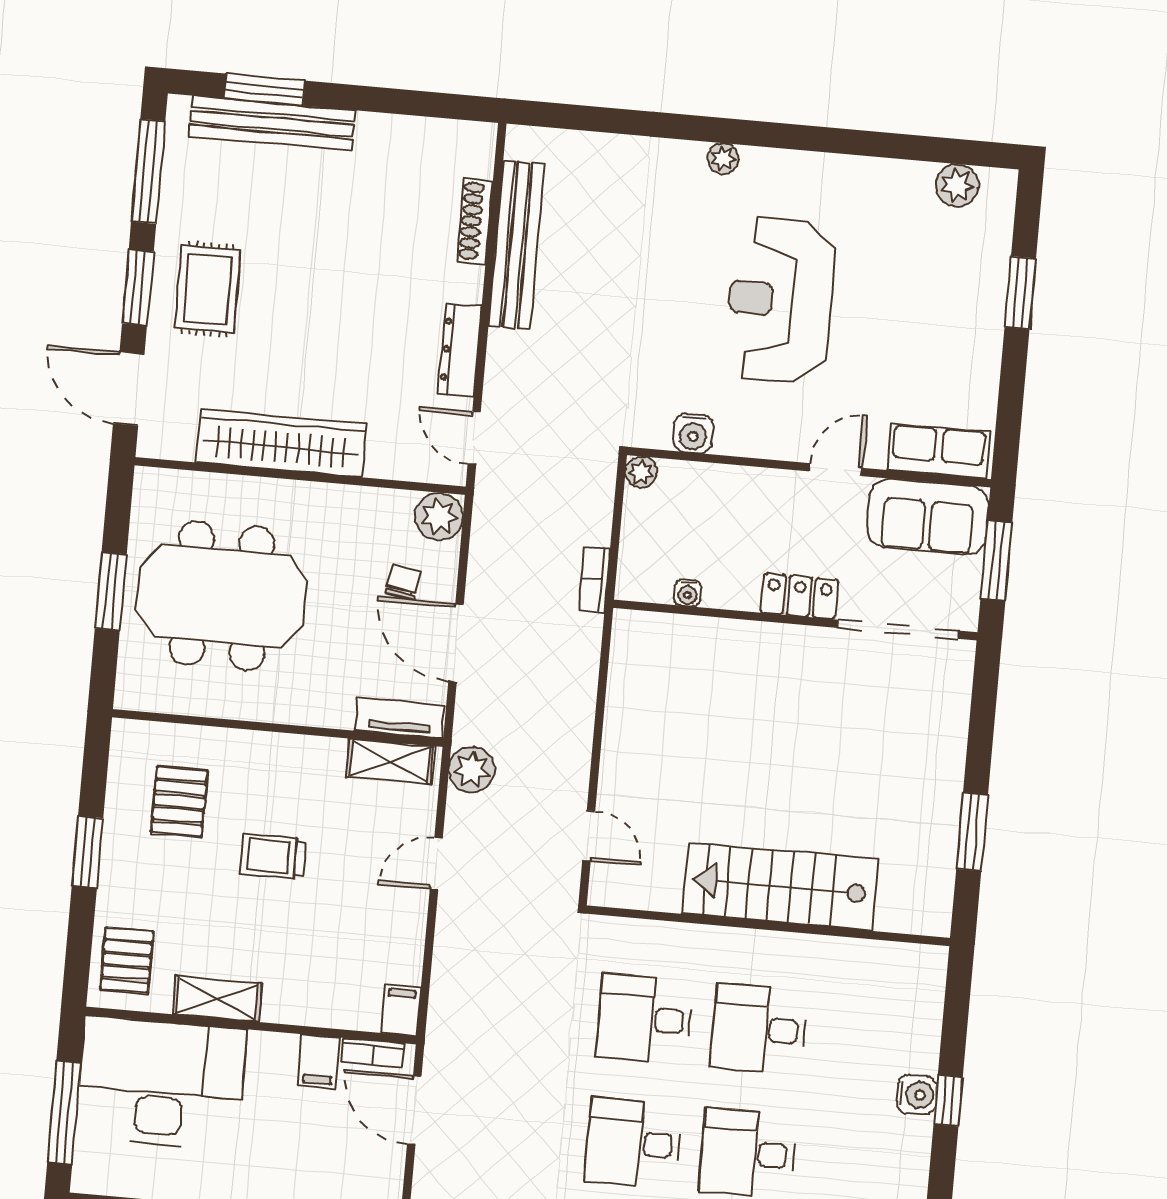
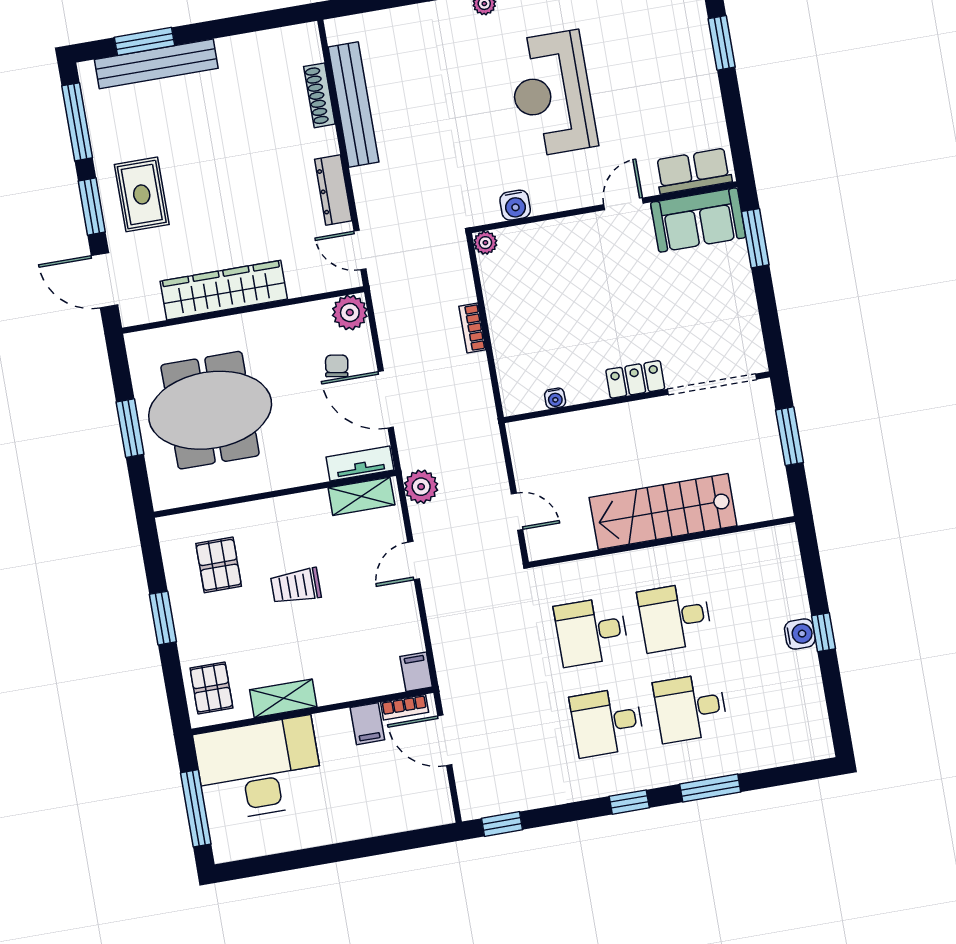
water cooler: (688, 593) -> (555, 398), moved
locker: (799, 596) -> (635, 379), moved
wall: (795, 620) -> (637, 397), moved
doorway: (898, 629) -> (712, 384), moved

